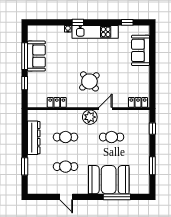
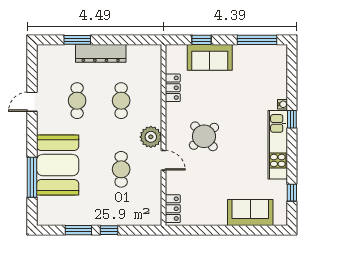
window: (25, 56) -> (257, 40), moved
sofa: (36, 56) -> (210, 57), moved
window: (152, 129) -> (109, 230), moved
dresser: (34, 138) -> (101, 53), moved

